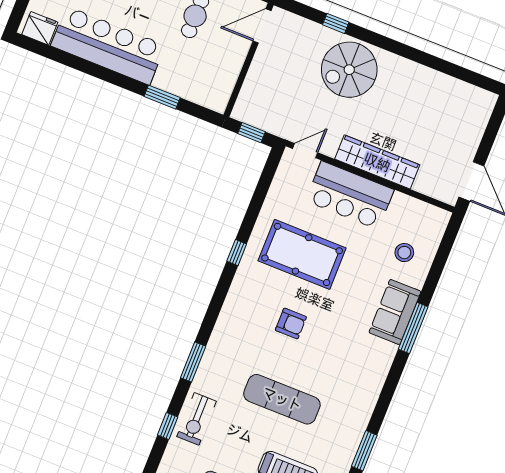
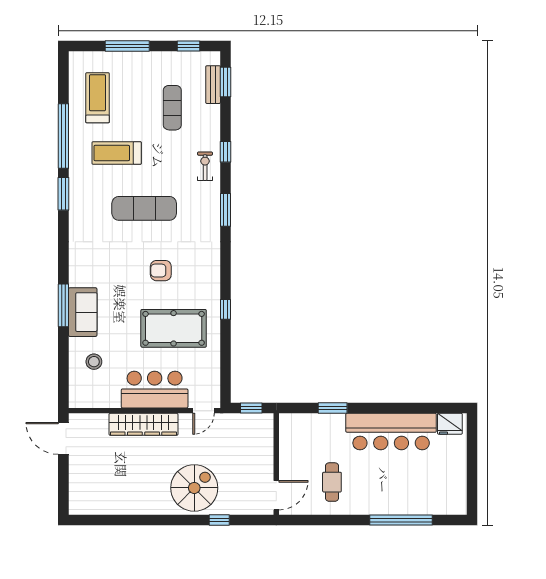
exercise bike: (197, 419) -> (205, 166), width x0.73, depth x0.72

